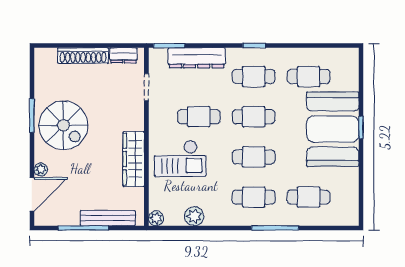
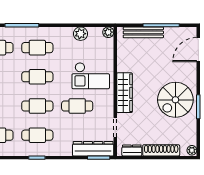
dresser: (197, 58) -> (93, 149), moved
spiral stairs: (63, 125) -> (175, 100), turned -90
checkout: (180, 158) -> (91, 76), turned 180
wardrobe: (134, 159) -> (125, 93), moved
plant: (41, 169) -> (192, 150), moved

